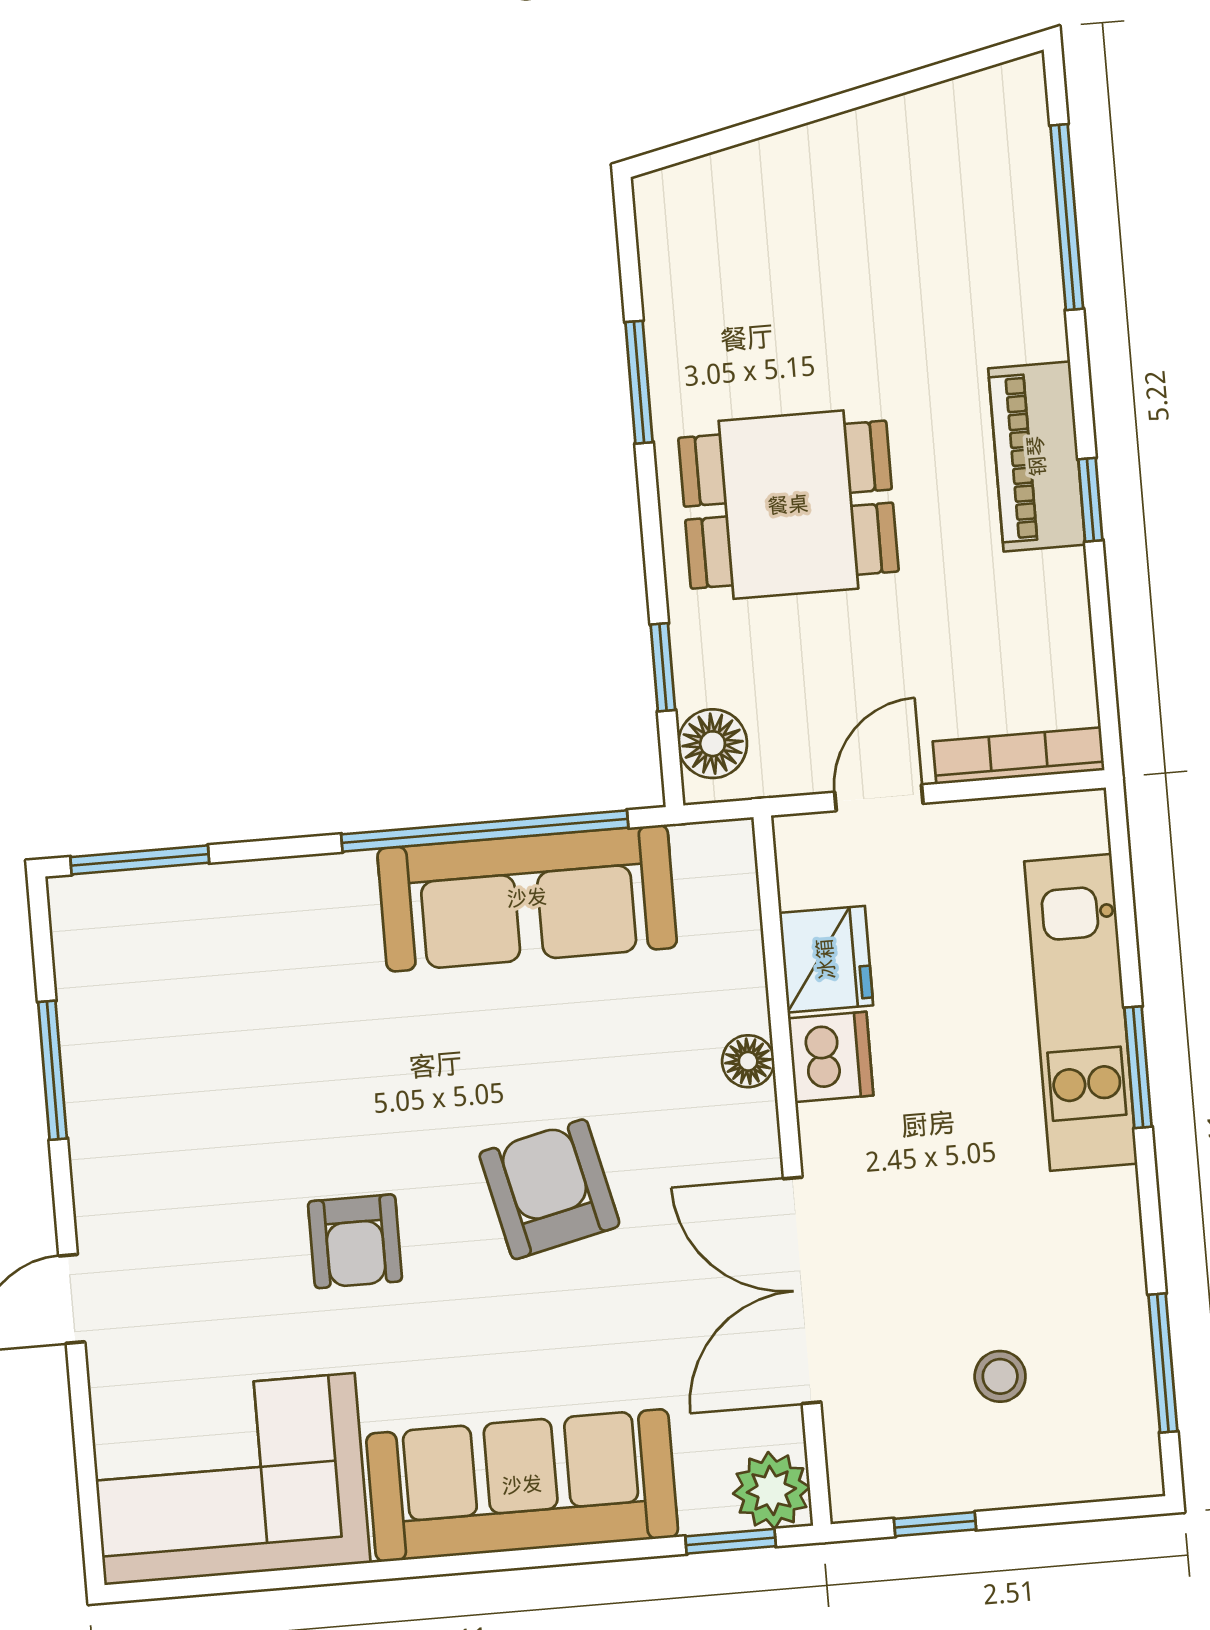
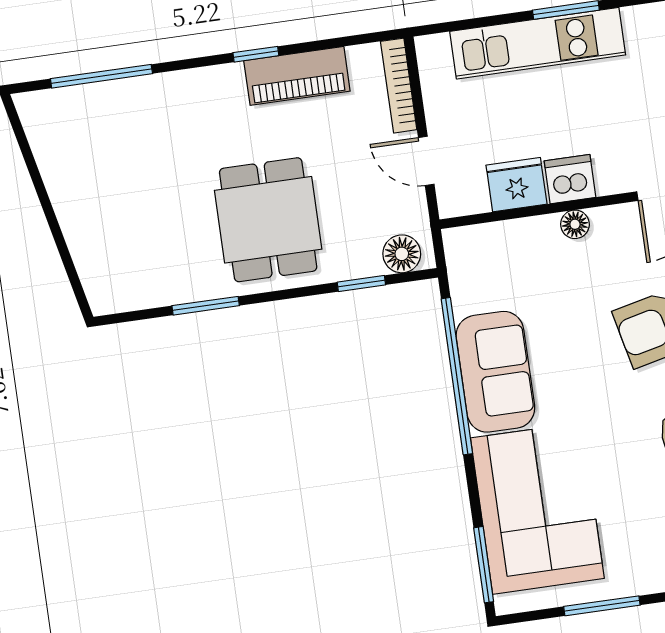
piano: (1037, 456) -> (297, 76), moved
sofa: (527, 898) -> (495, 372), width x0.73
corner sofa: (237, 963) -> (537, 508), added

